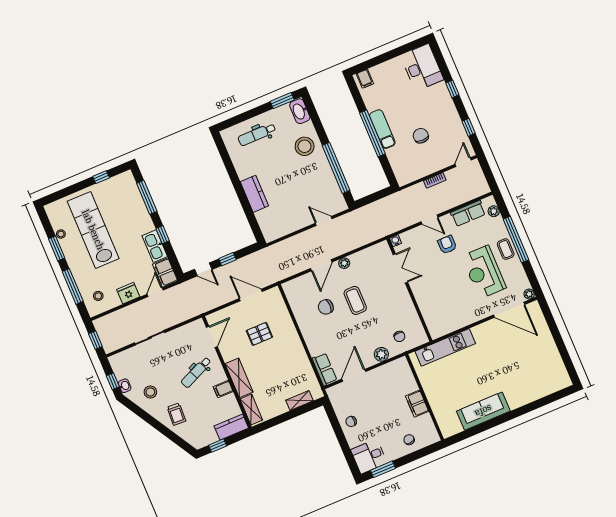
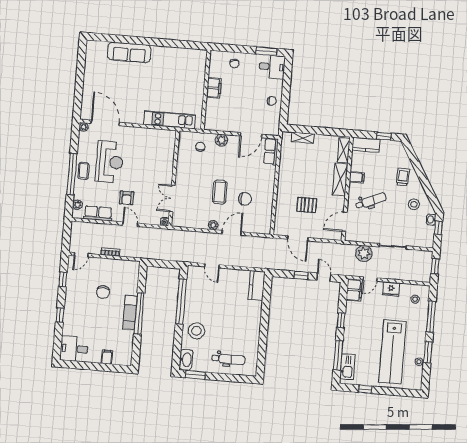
desk: (422, 67) -> (74, 349), width x0.73
filing cabinet: (365, 79) -> (107, 357), moved
kitchen counter: (254, 194) -> (257, 285), moved
kitchen sink: (155, 246) -> (347, 367), moved
plant: (175, 315) -> (364, 253), added
sofa: (483, 411) -> (129, 52), moved

